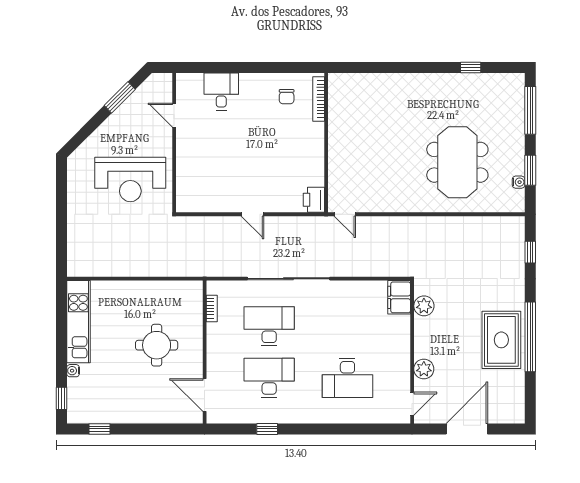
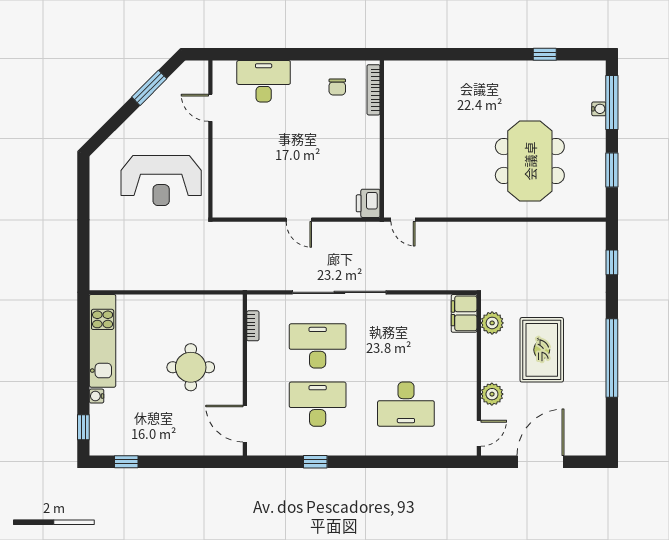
desk: (221, 91) -> (264, 81), width x1.37
water cooler: (519, 182) -> (599, 109), moved
rug: (501, 340) -> (542, 350), moved

